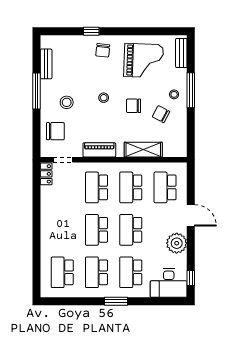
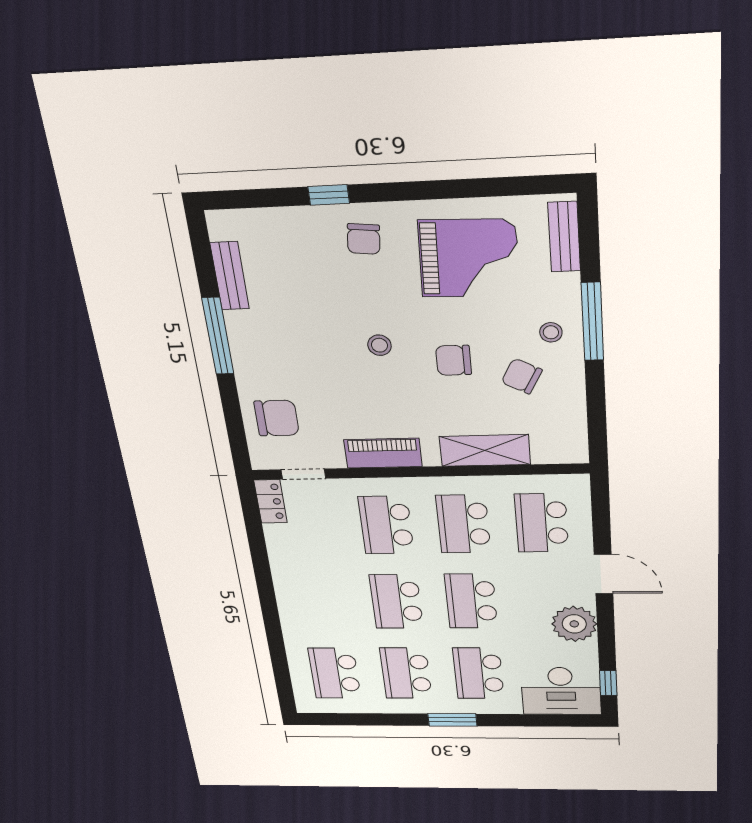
stool: (67, 102) -> (293, 358), removed

